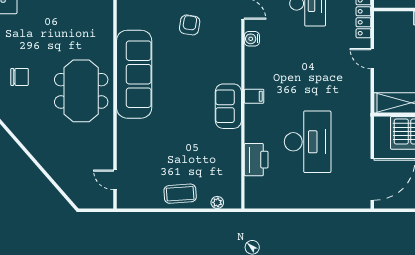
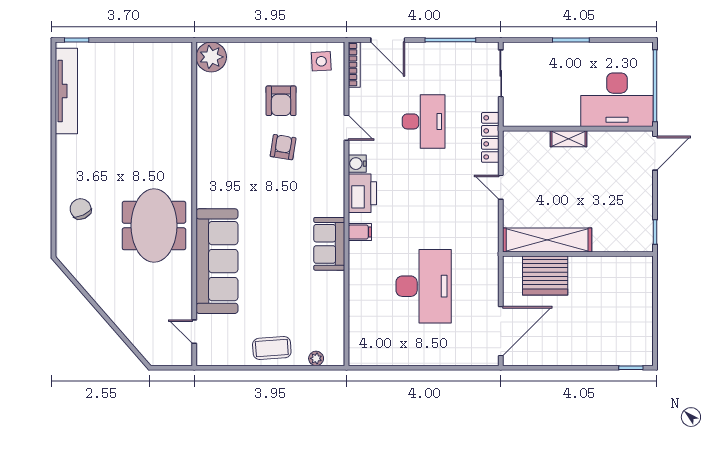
sofa: (134, 74) -> (217, 261), moved
chair: (20, 77) -> (81, 209), turned -115
printer: (256, 160) -> (362, 193), moved

